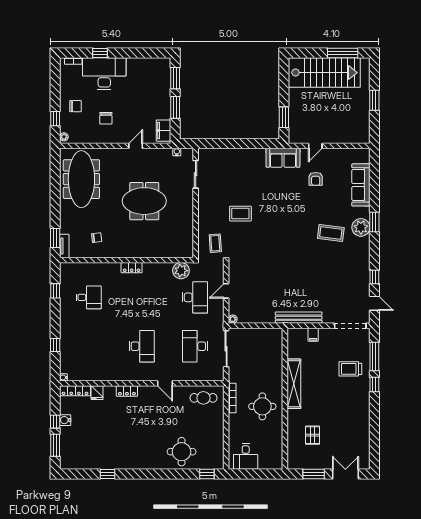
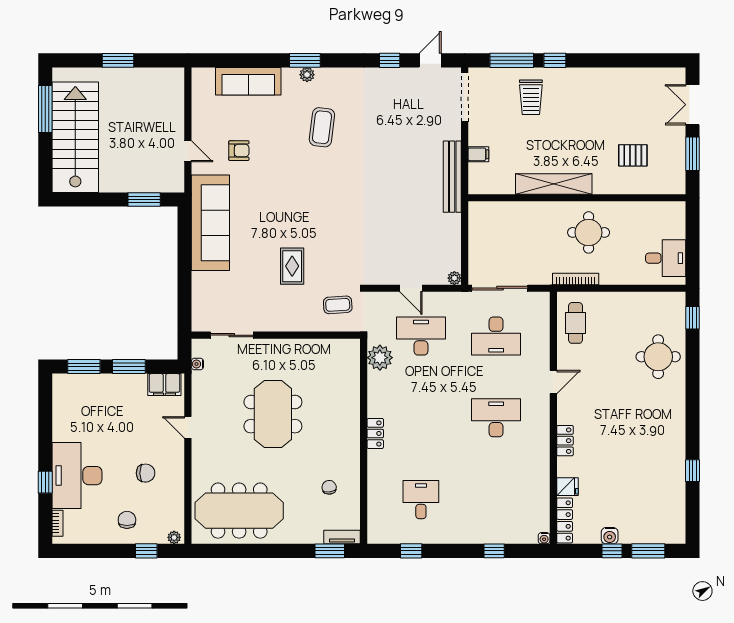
sofa: (283, 158) -> (210, 223), width x1.85, depth x1.27
plant: (361, 227) -> (307, 75), width x0.53, depth x0.53

